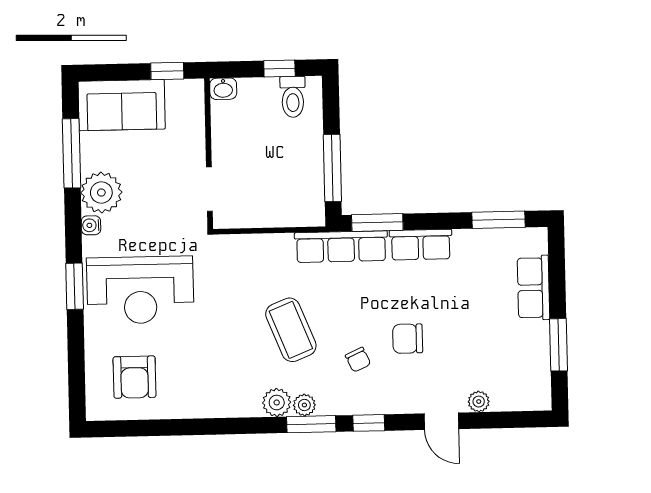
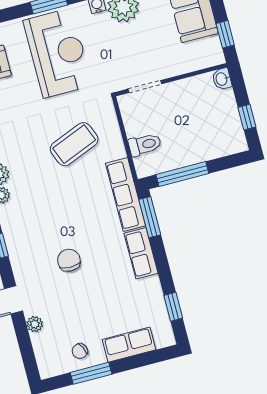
toilet: (293, 97) -> (145, 145), moved, turned 180
window: (499, 220) -> (173, 307), width x0.67
reception desk: (140, 290) -> (58, 53), turned 180
coffee table: (291, 330) -> (74, 144), moved
chair: (358, 360) -> (80, 351), moved

